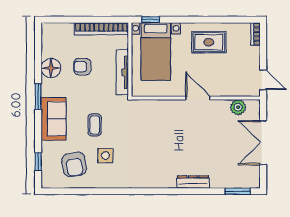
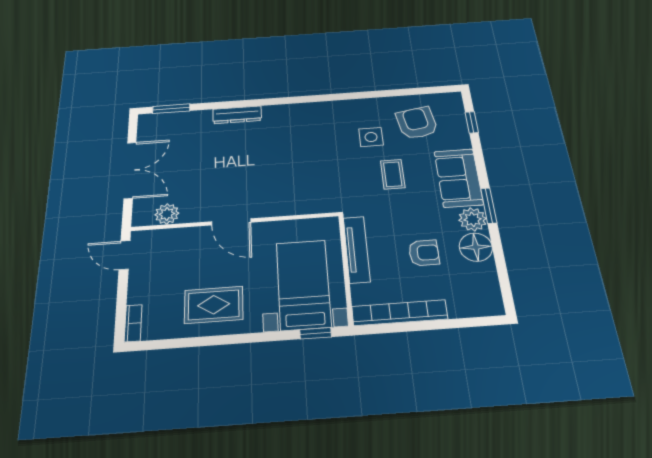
plant: (50, 87) -> (473, 219), added

